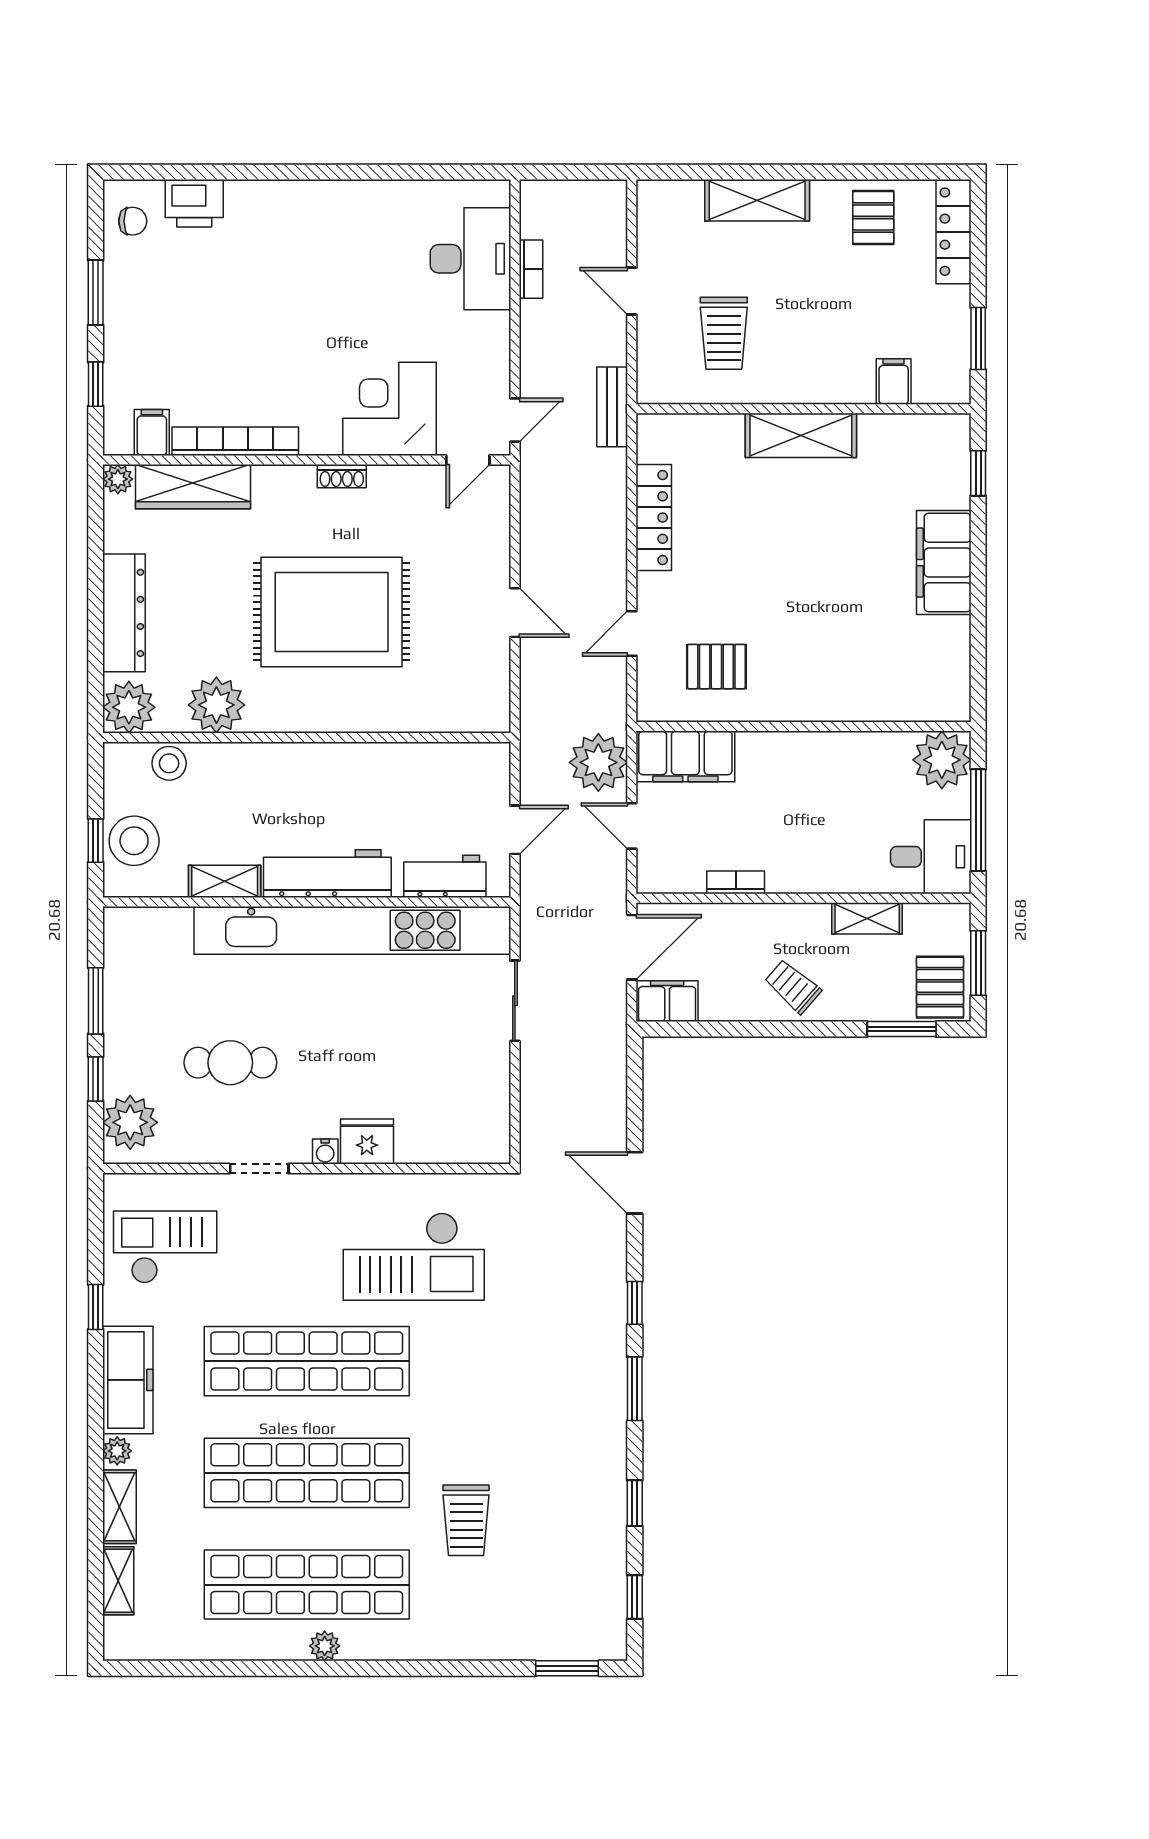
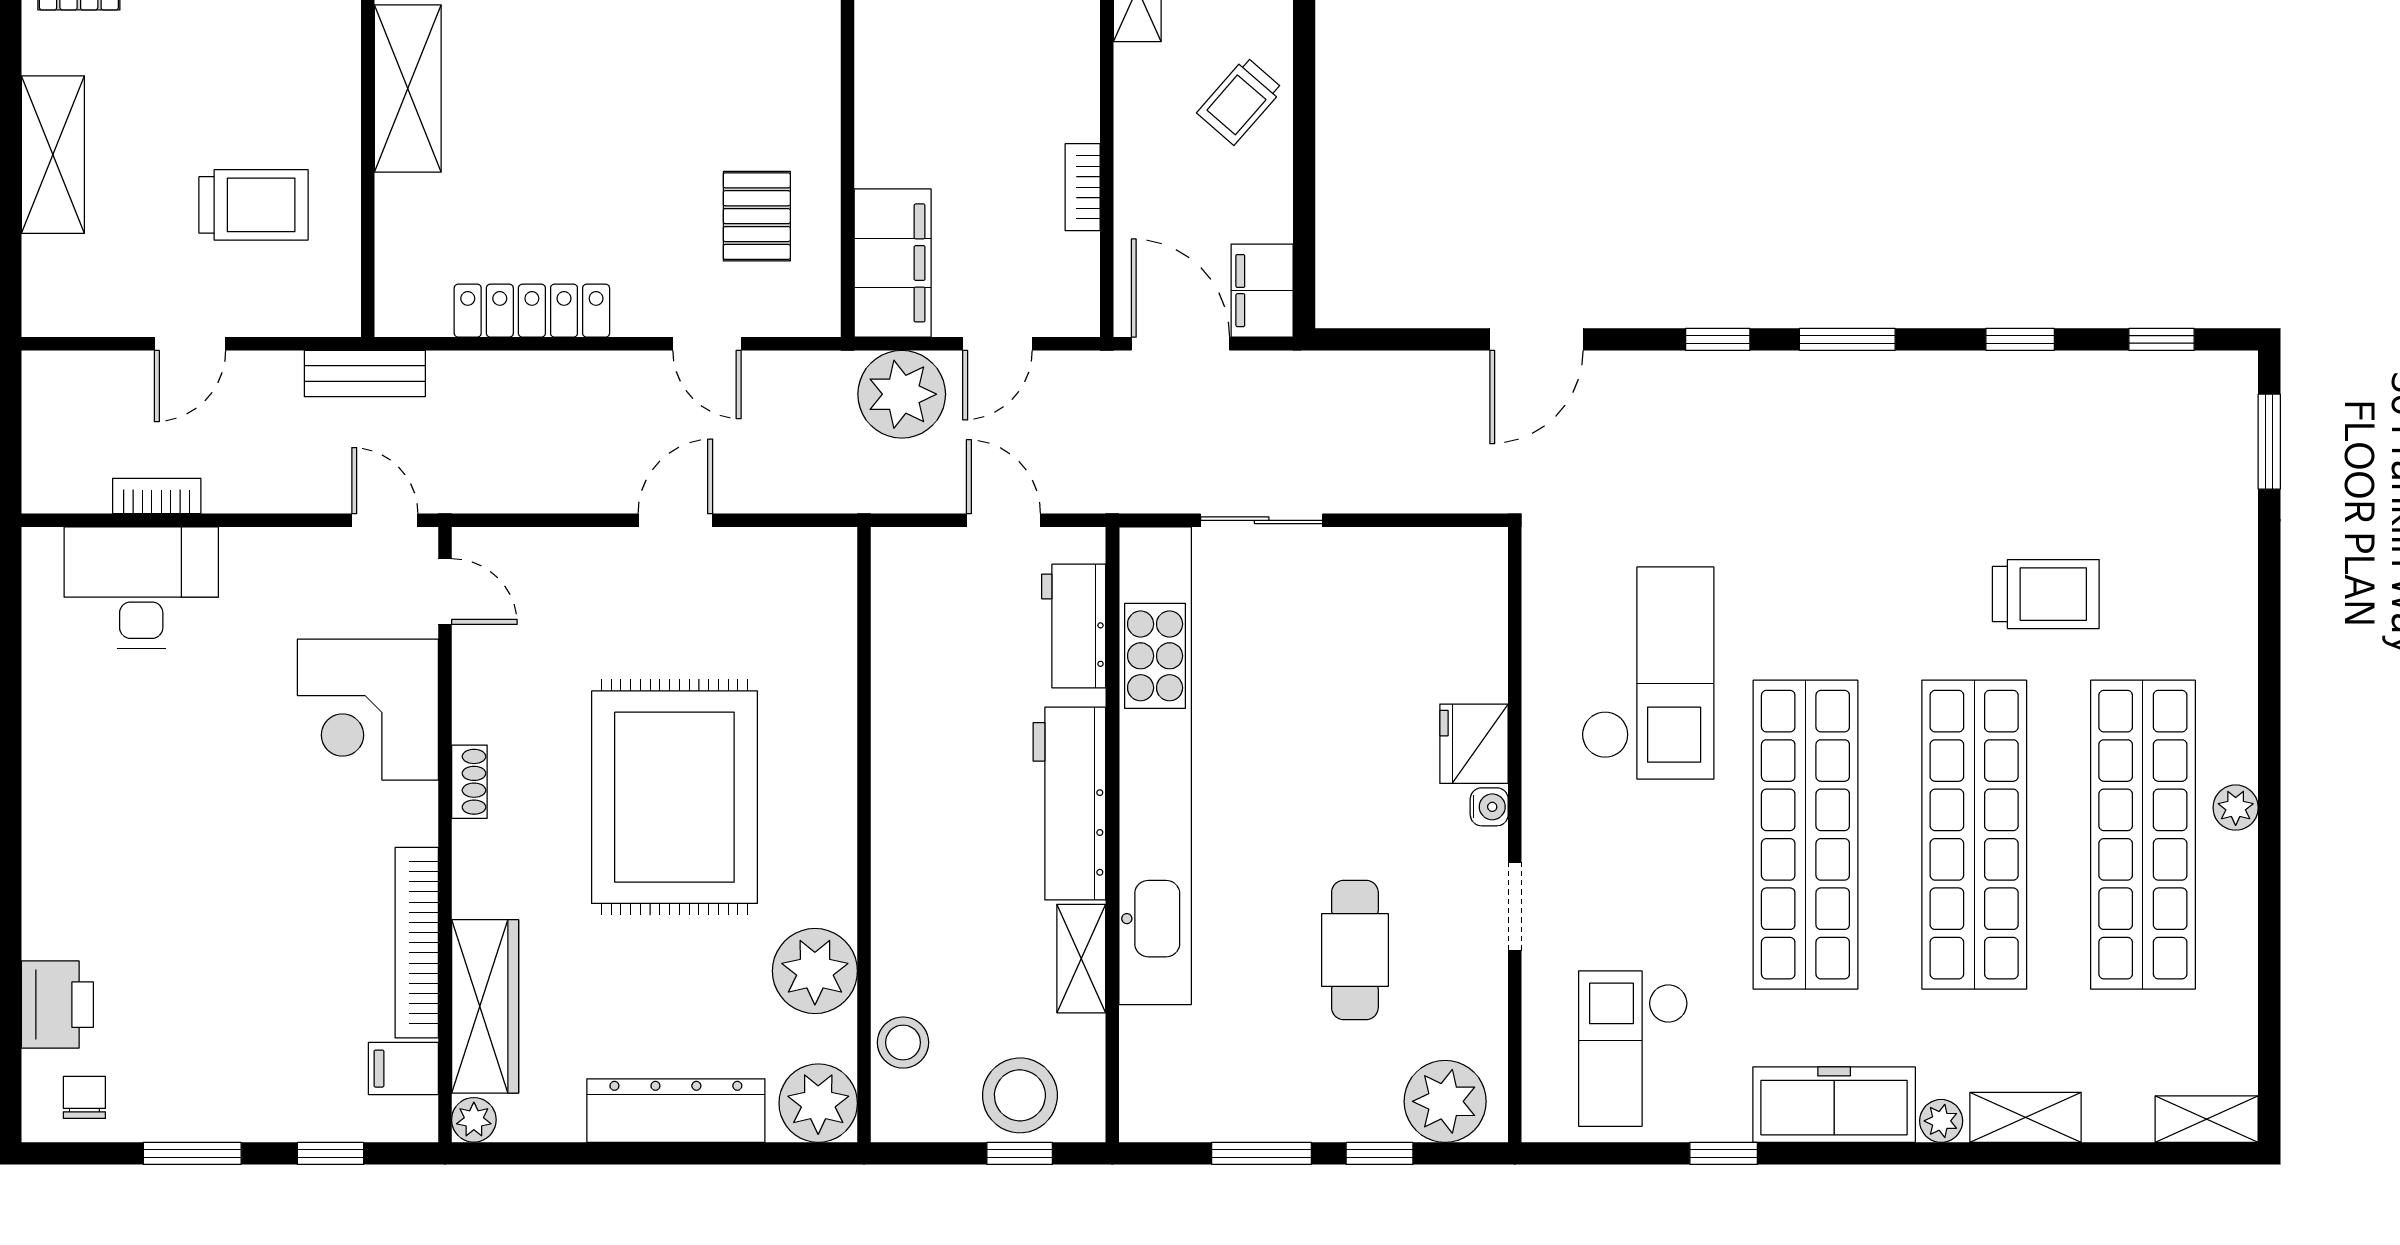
shelving: (118, 1581) -> (2207, 1119), moved

